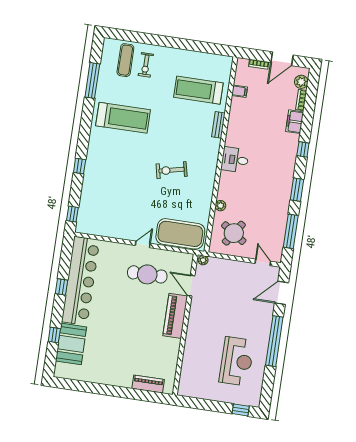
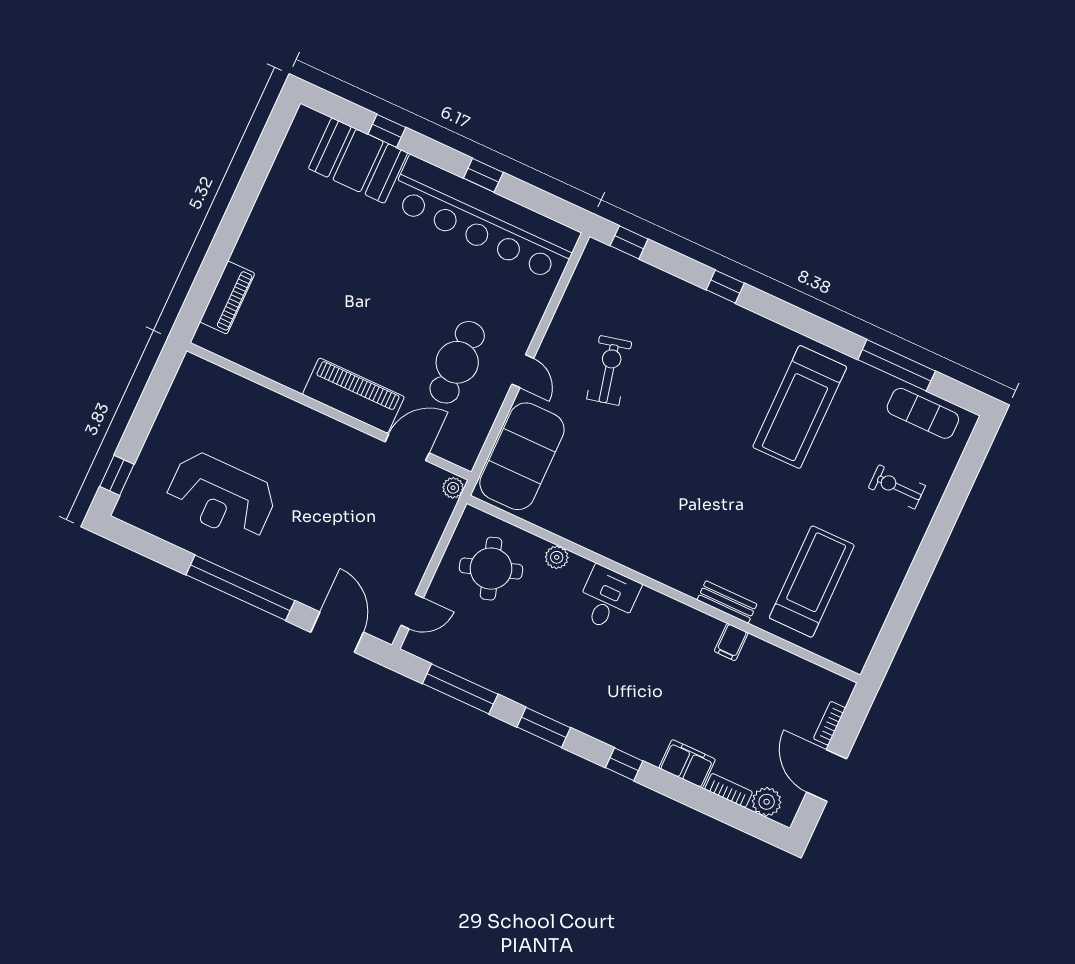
exercise mat: (125, 60) -> (923, 413), moved
filing cabinet: (239, 91) -> (731, 642), moved
desk: (235, 160) -> (608, 599), moved
exercise bike: (172, 170) -> (609, 370), moved
round table: (234, 233) -> (491, 569), turned 38

